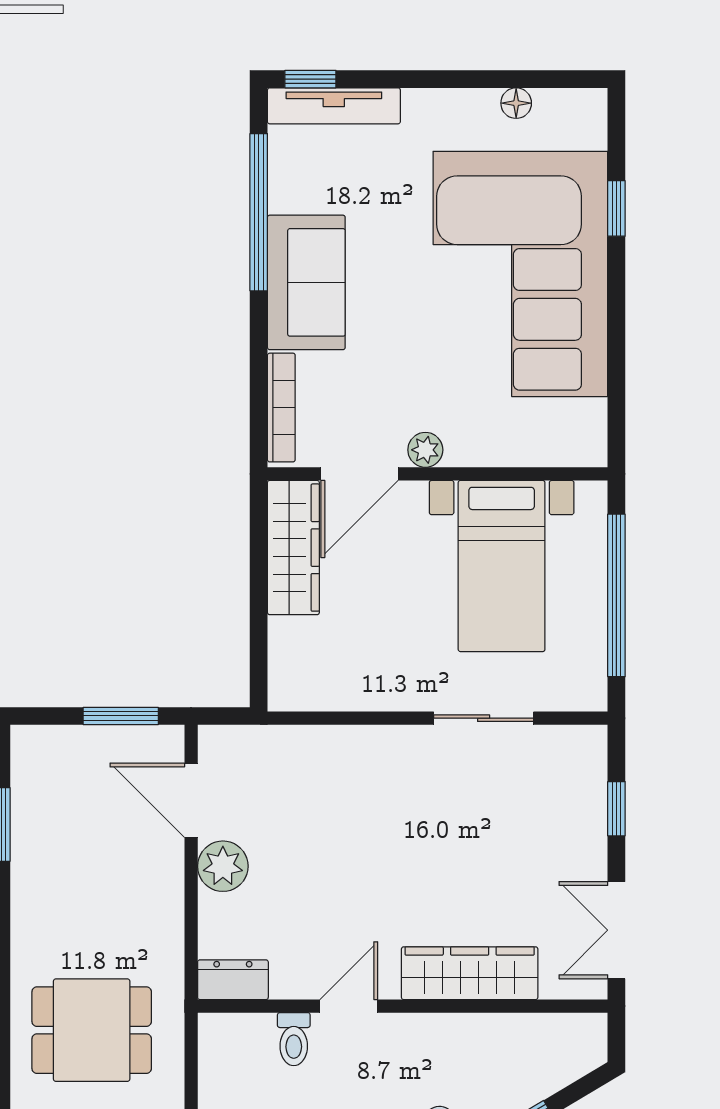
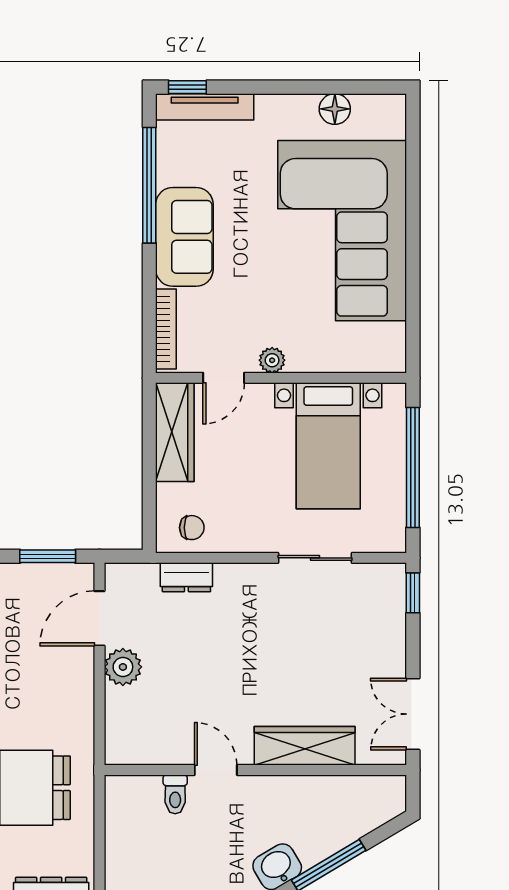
floor lamp: (516, 103) -> (335, 109), width x1.37, depth x1.37
window: (616, 208) -> (413, 182), removed
door: (360, 474) -> (224, 378), width x0.73
chair: (316, 677) -> (192, 528), added
door: (191, 800) -> (100, 618), hinge flipped
window: (616, 809) -> (413, 593), moved
dresser: (233, 980) -> (186, 577), moved, turned 180
door: (349, 1006) -> (216, 770), hinge flipped

